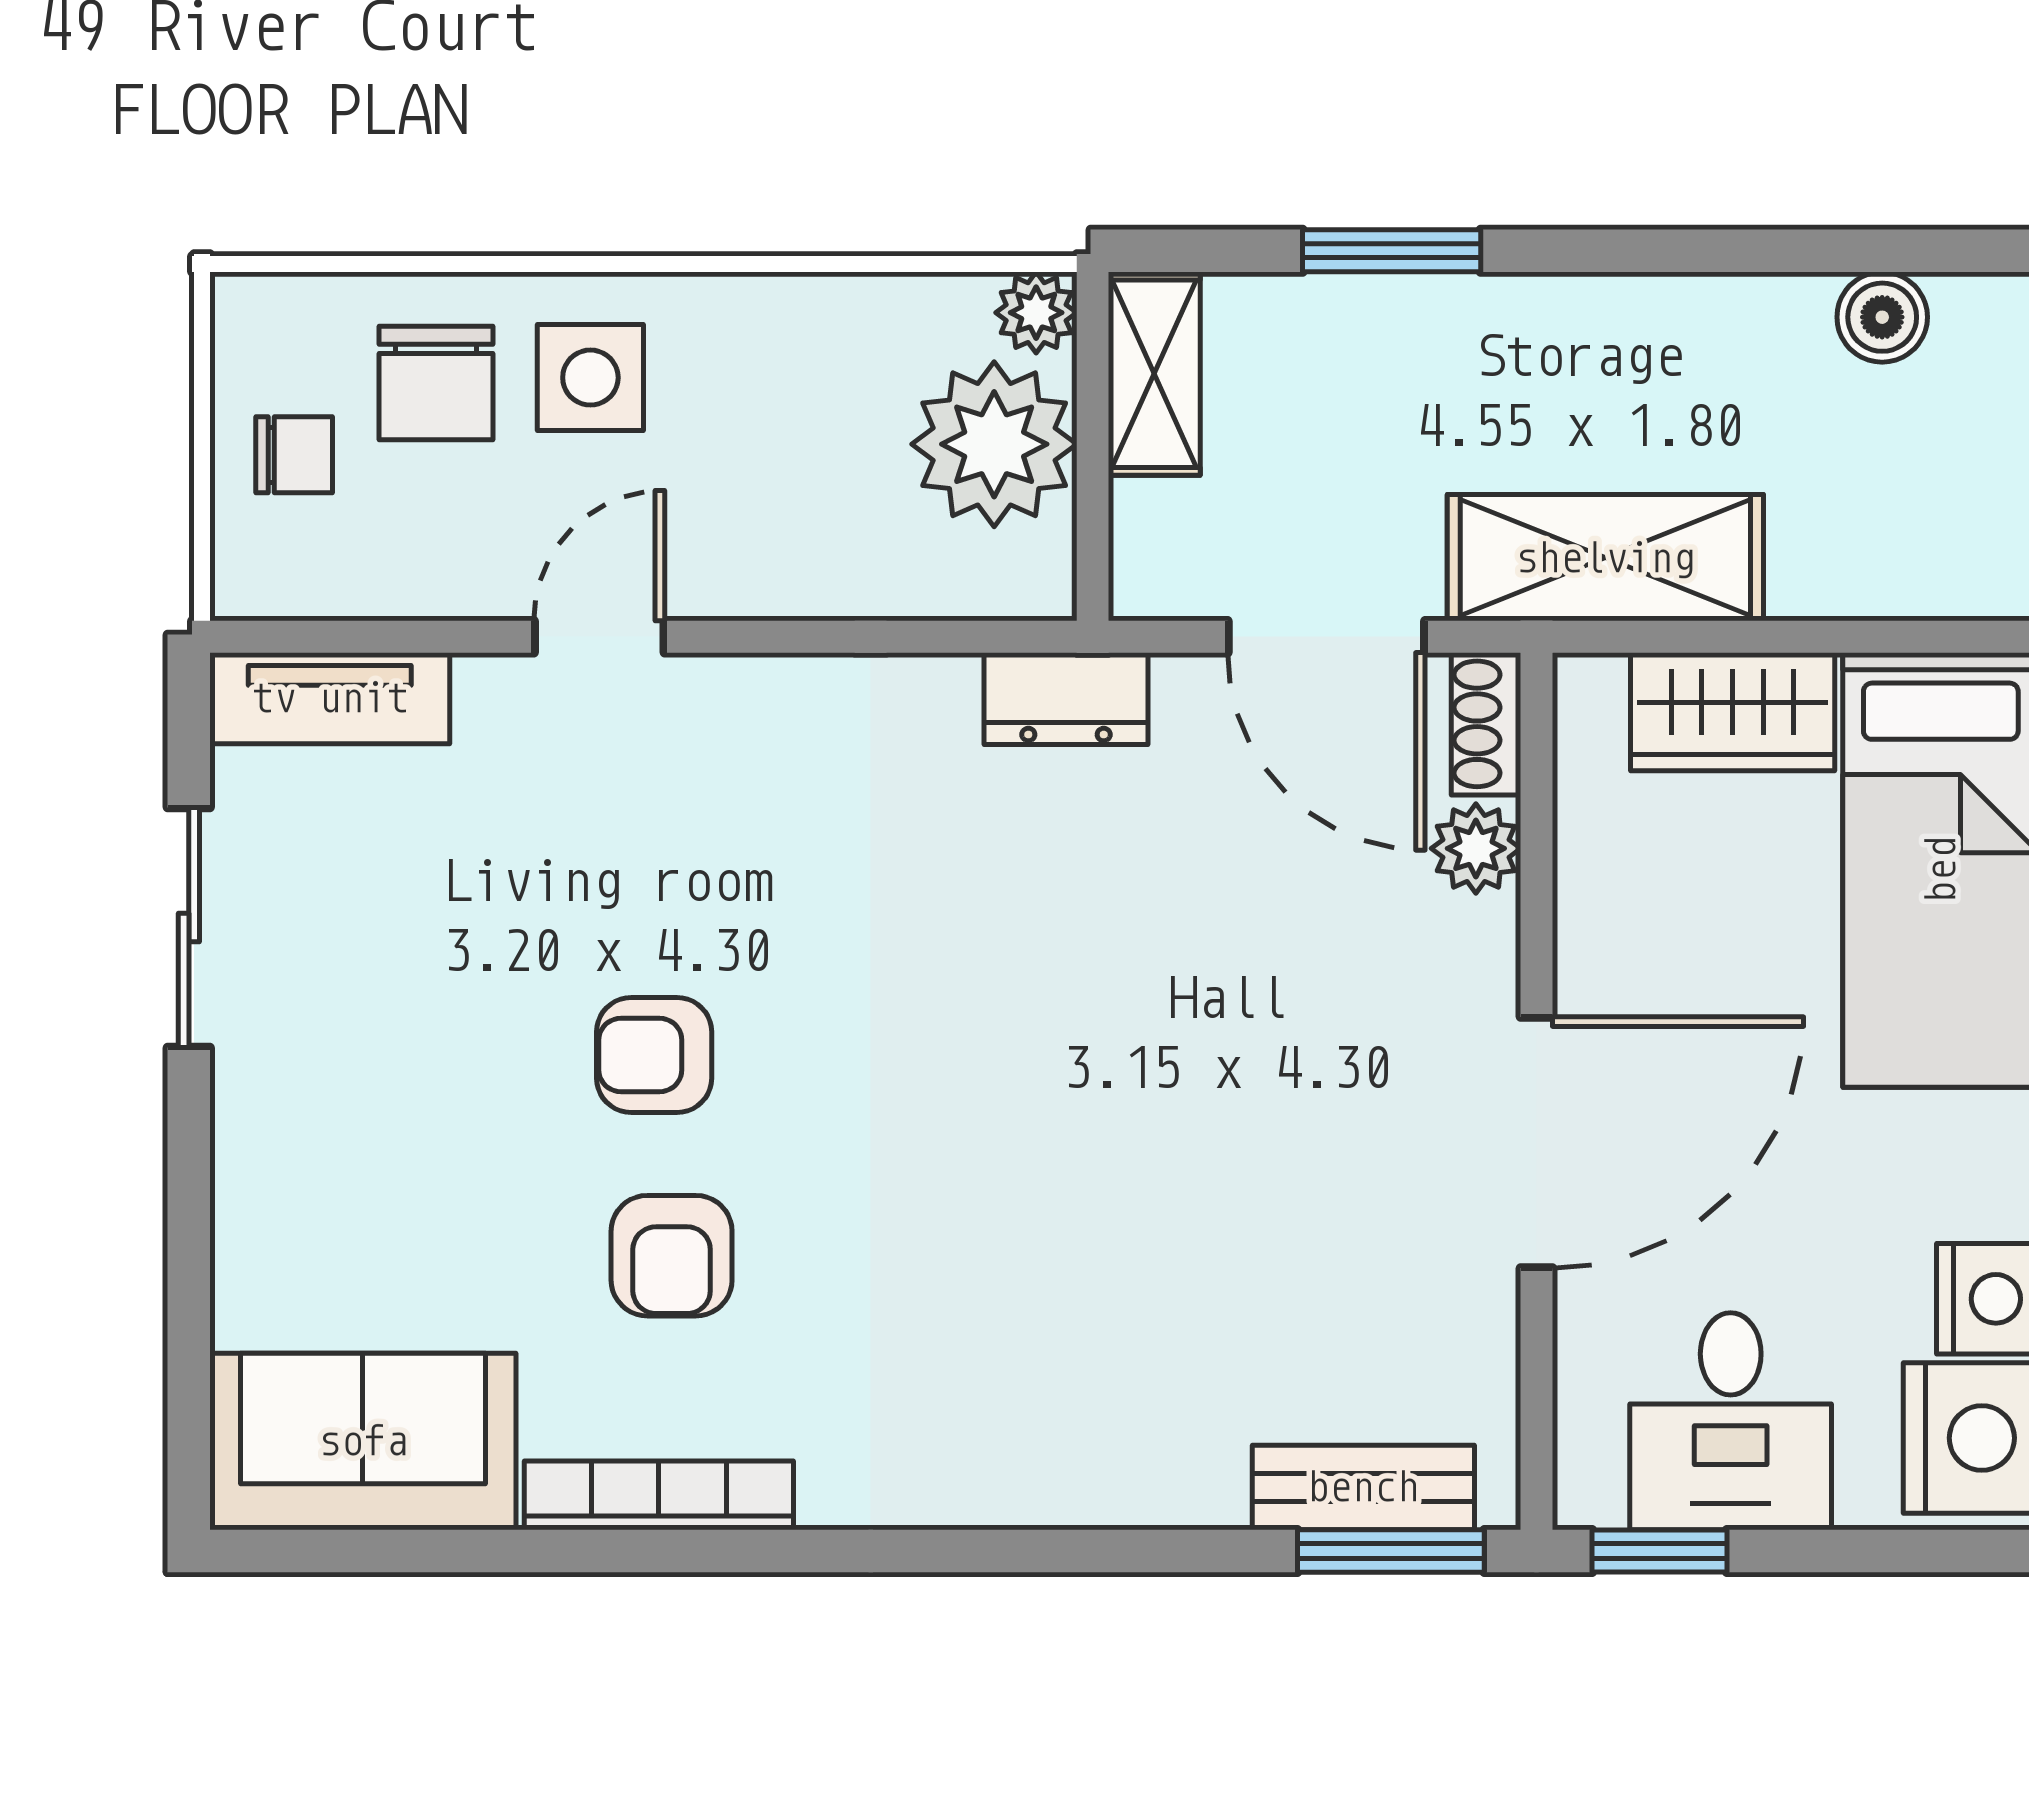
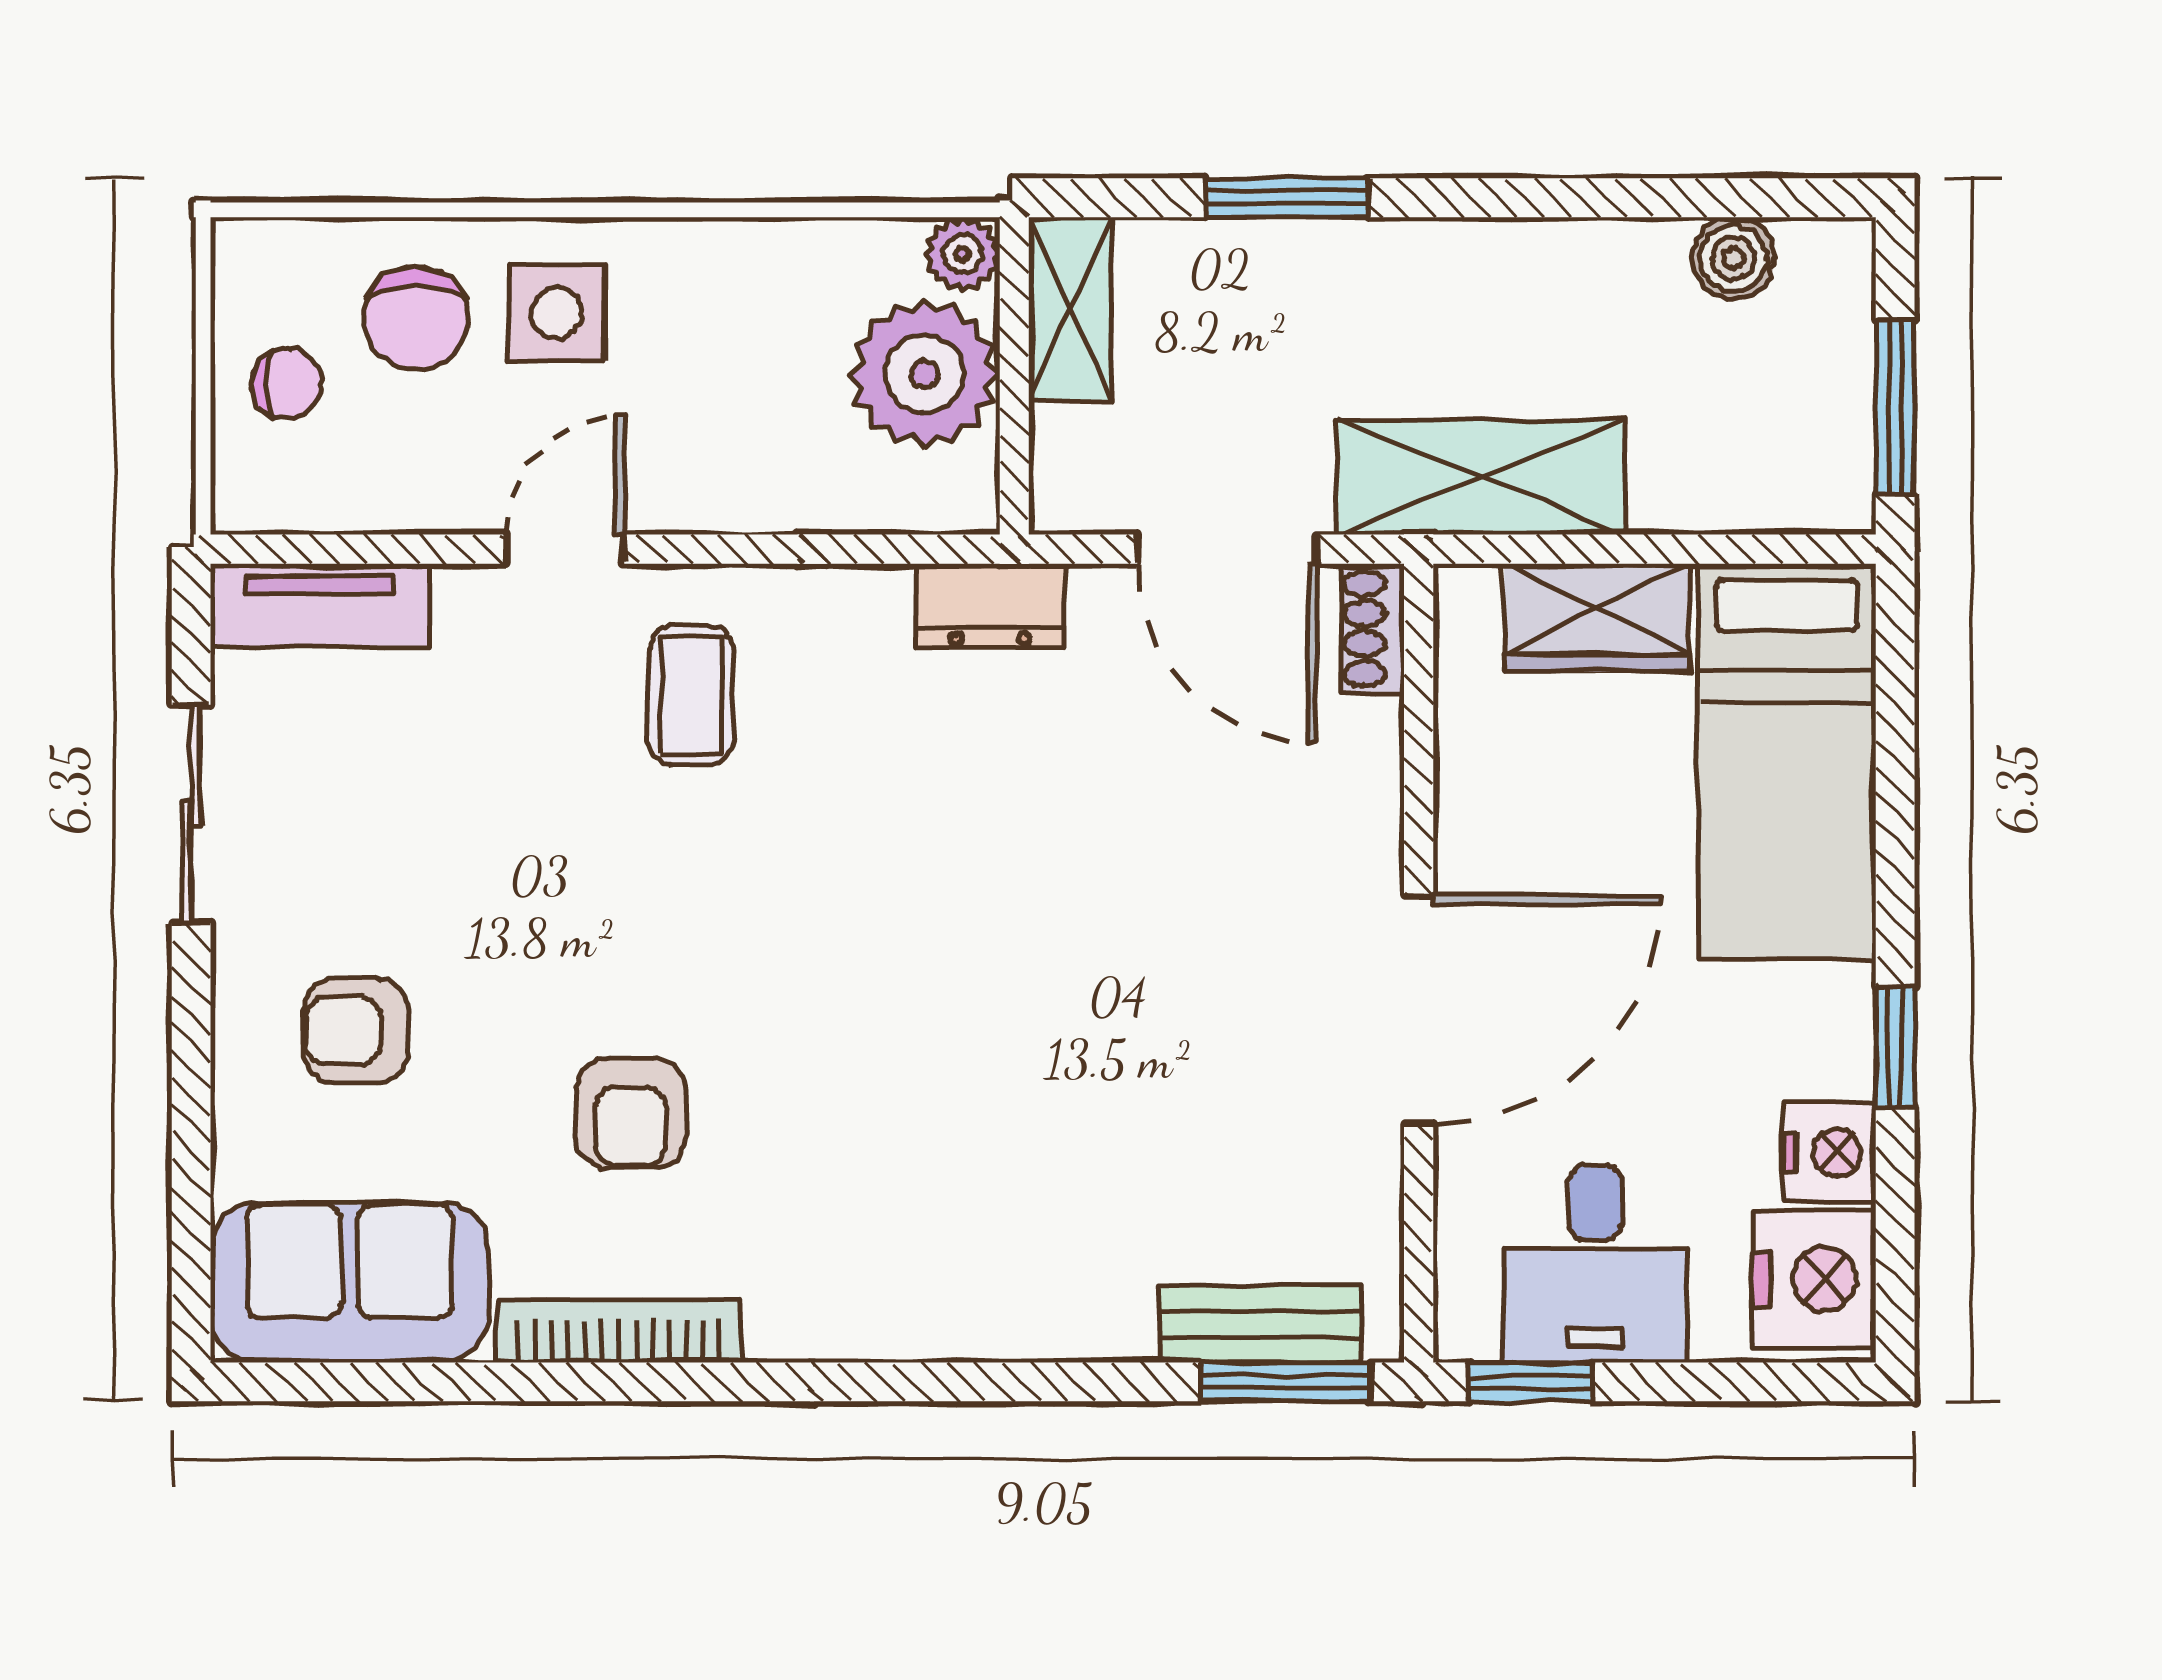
coffee table: (738, 797) -> (691, 695), added
plant: (1476, 848) -> (1363, 742), removed
armchair: (654, 1055) -> (356, 1031), moved

